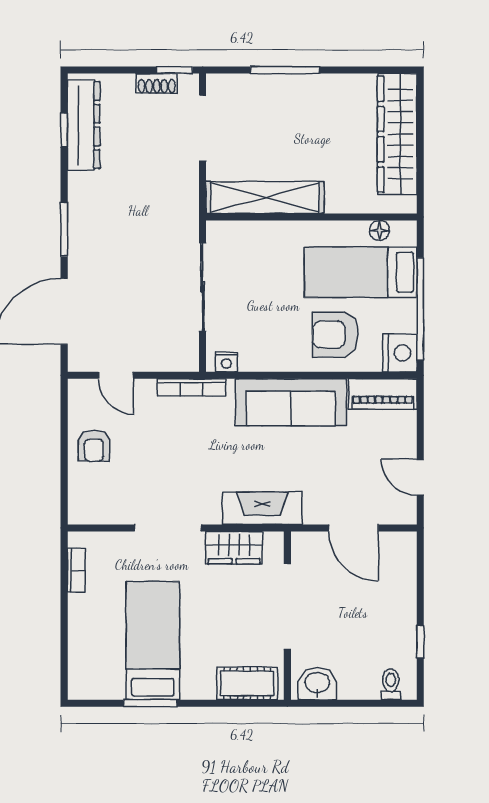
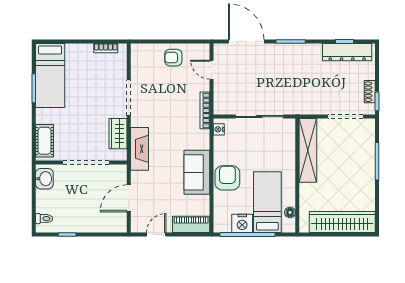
armchair: (335, 335) -> (227, 178), moved
nightstand: (400, 353) -> (242, 223), moved
door: (116, 375) -> (211, 70), hinge flipped
piano: (383, 394) -> (191, 224), moved, turned 90
sofa: (291, 402) -> (197, 172), width x0.73
bed: (153, 641) -> (50, 75), moved, turned 90

